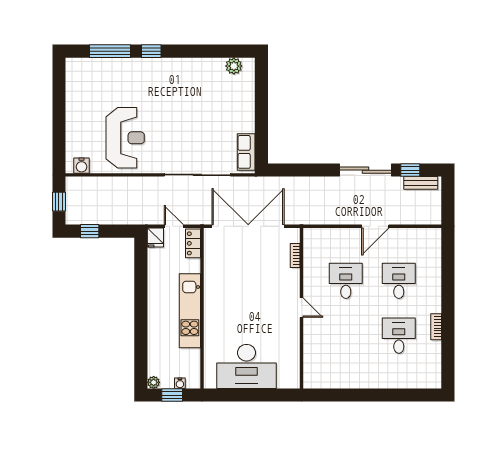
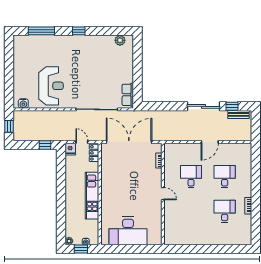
window: (151, 51) -> (79, 31), moved
window: (90, 231) -> (45, 145), moved

